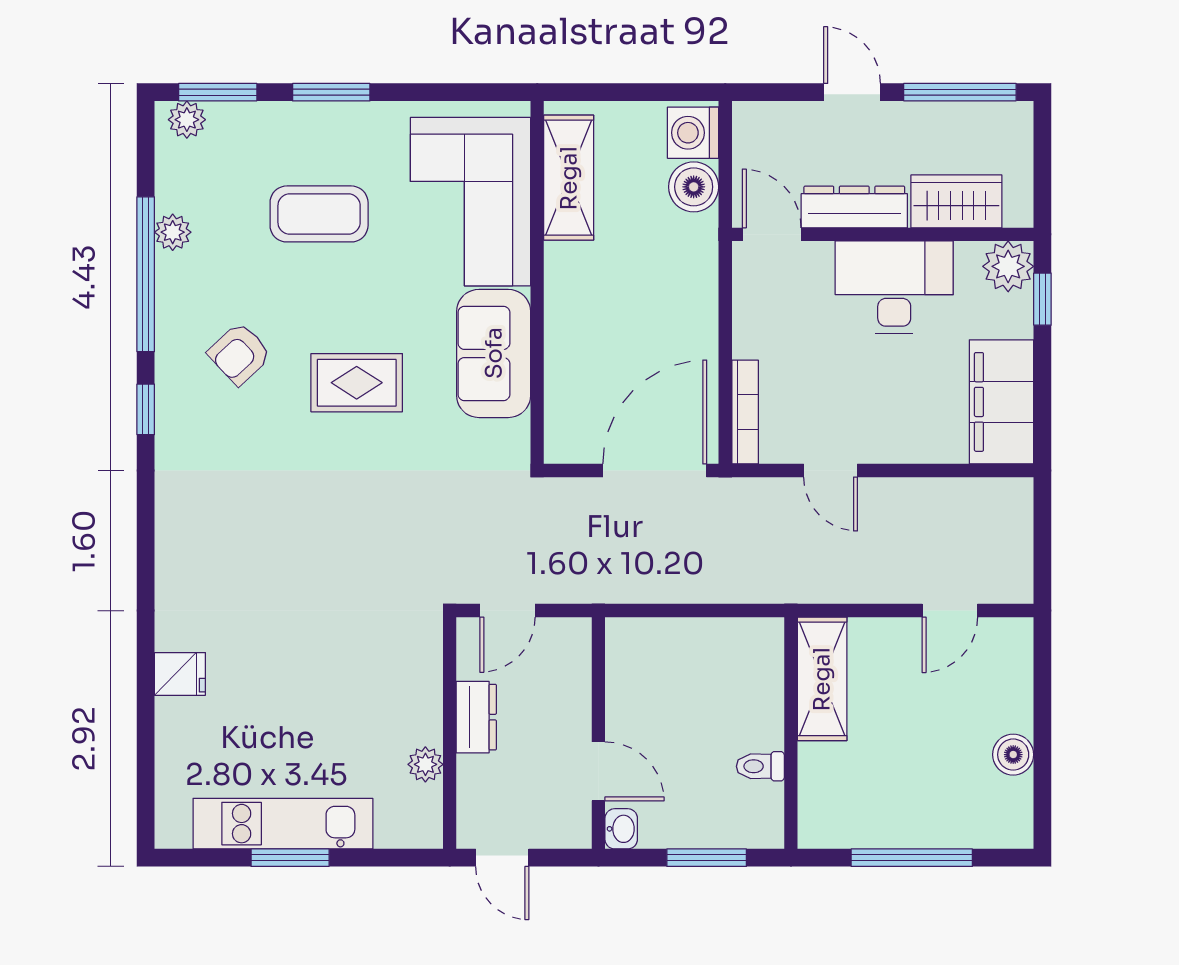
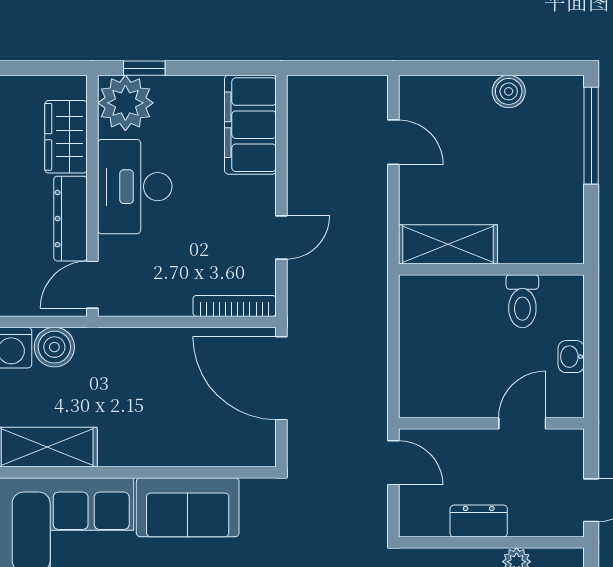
plant: (1008, 266) -> (125, 103), width x1.36, depth x1.36
filing cabinet: (1001, 402) -> (250, 125), moved, turned 90
door: (507, 611) -> (393, 463), moved
toilet: (760, 766) -> (522, 301), width x1.37, depth x1.39
washbasin: (621, 829) -> (571, 357), moved, turned -90
window: (707, 858) -> (591, 337), removed
window: (912, 858) -> (591, 136), moved

